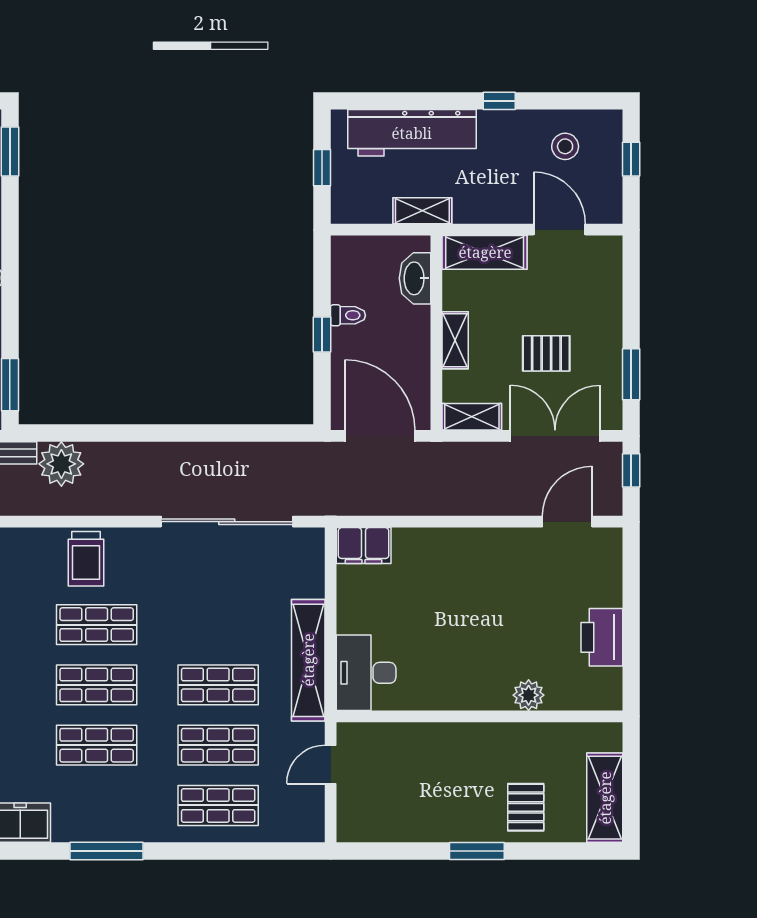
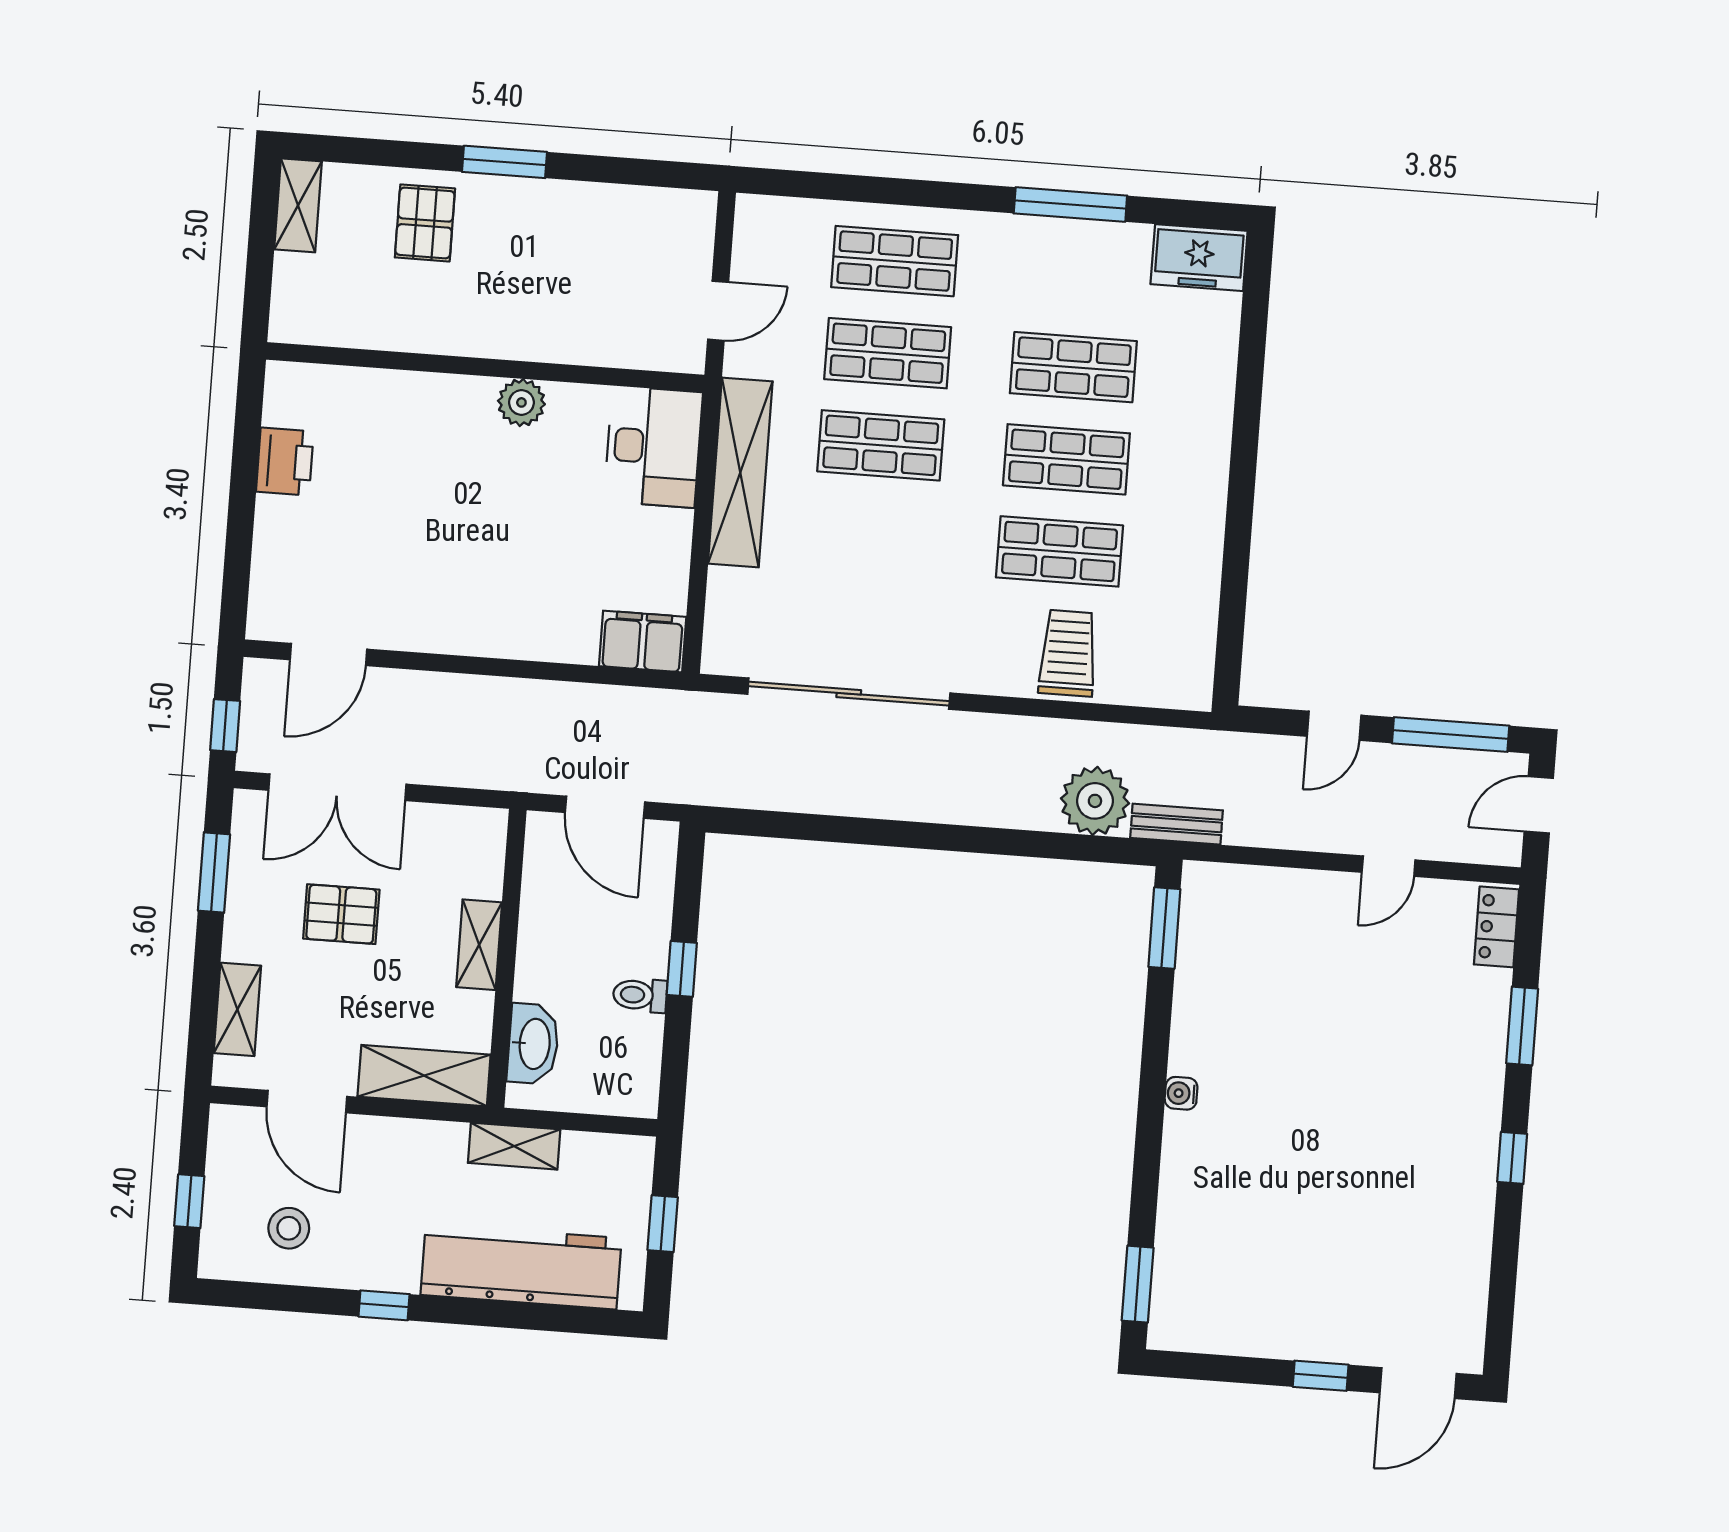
shelving: (472, 417) -> (237, 1009), moved, turned 90
door: (380, 436) -> (605, 807), width x0.73
printer: (602, 637) -> (285, 462), width x0.73, depth x0.84
plant: (529, 695) -> (521, 402), moved
shelving: (605, 798) -> (298, 205), width x0.67, depth x0.75

